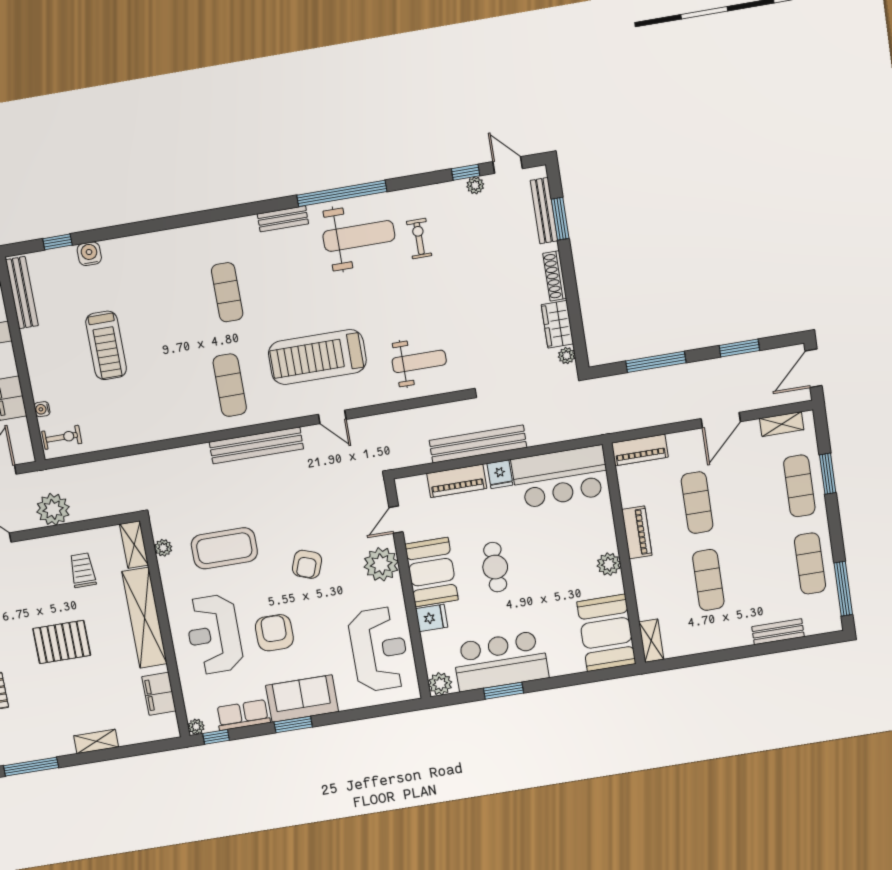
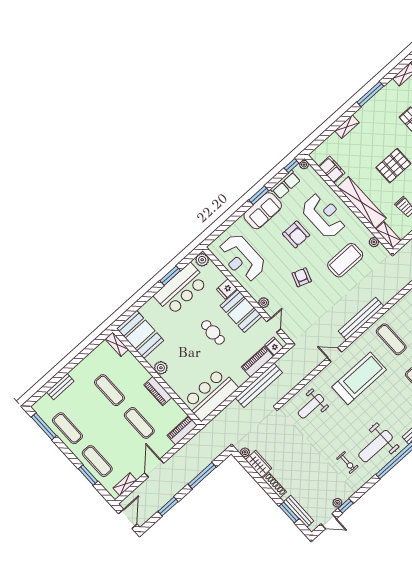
fridge: (500, 474) -> (274, 346), moved
plant: (381, 564) -> (264, 303), width x0.53, depth x0.53

